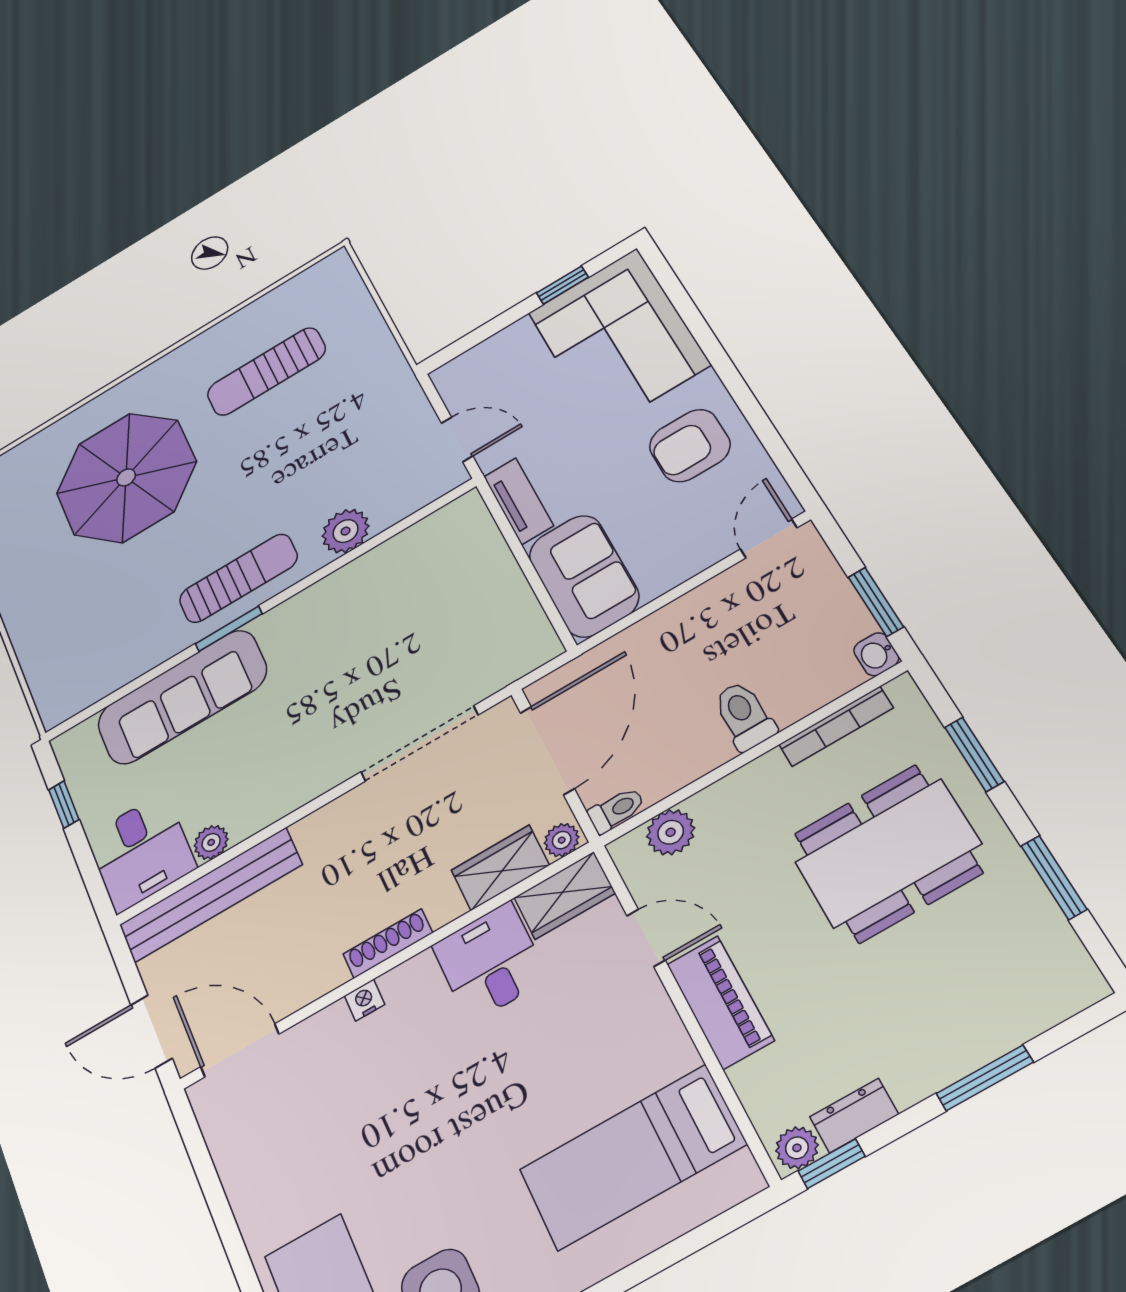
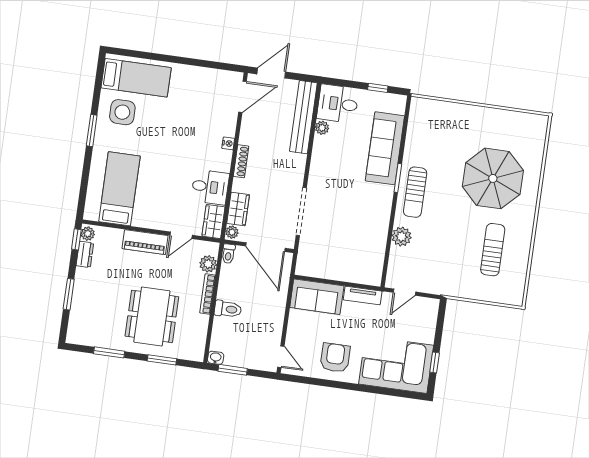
bookcase: (836, 726) -> (208, 294), moved

